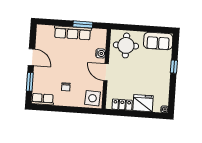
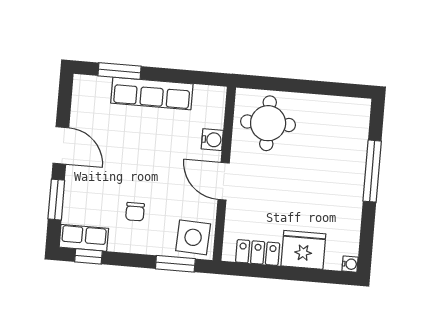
window: (83, 24) -> (119, 71), moved
sofa: (158, 41) -> (339, 114), removed
window: (174, 67) -> (372, 171), width x2.17
window: (45, 108) -> (88, 256), added
window: (85, 110) -> (175, 264), added

